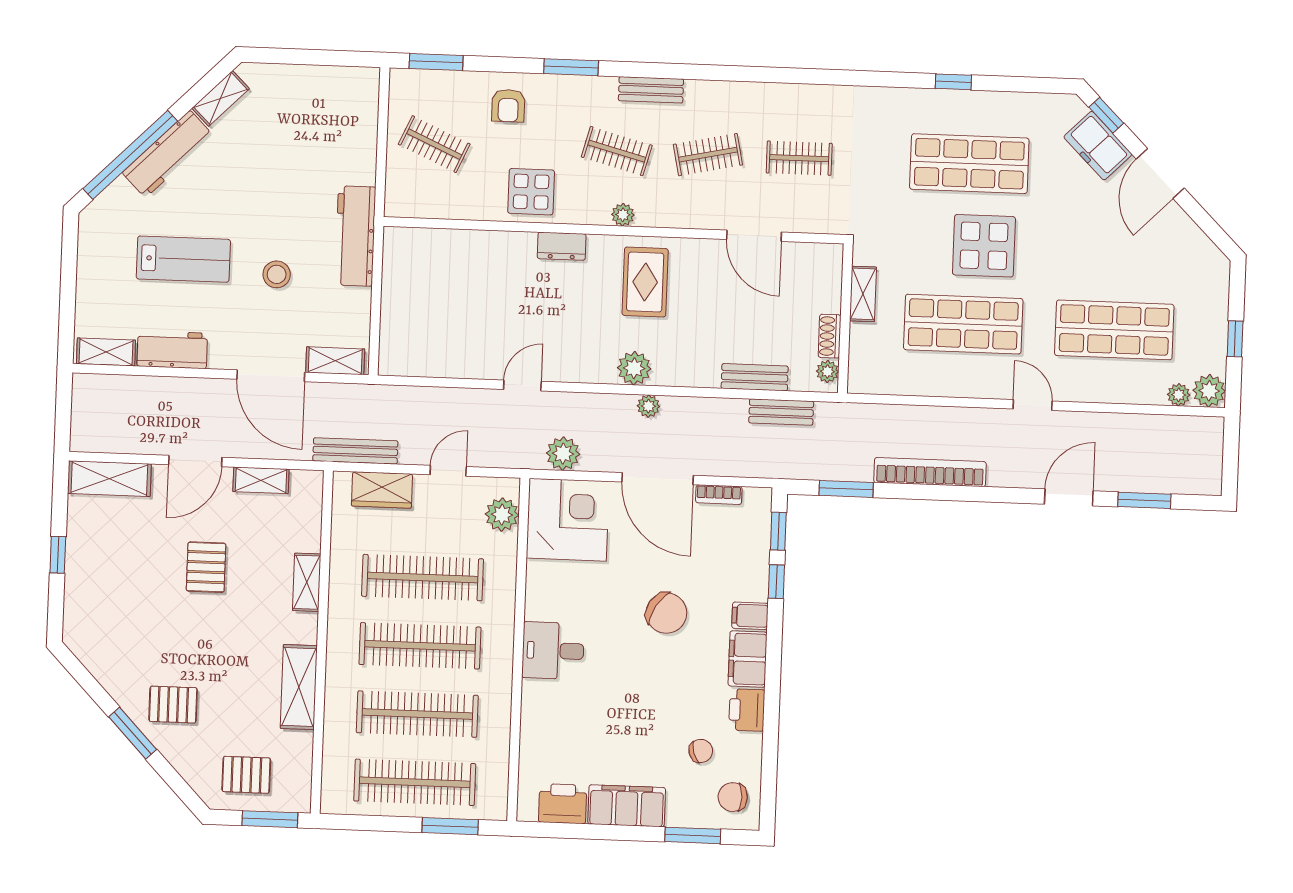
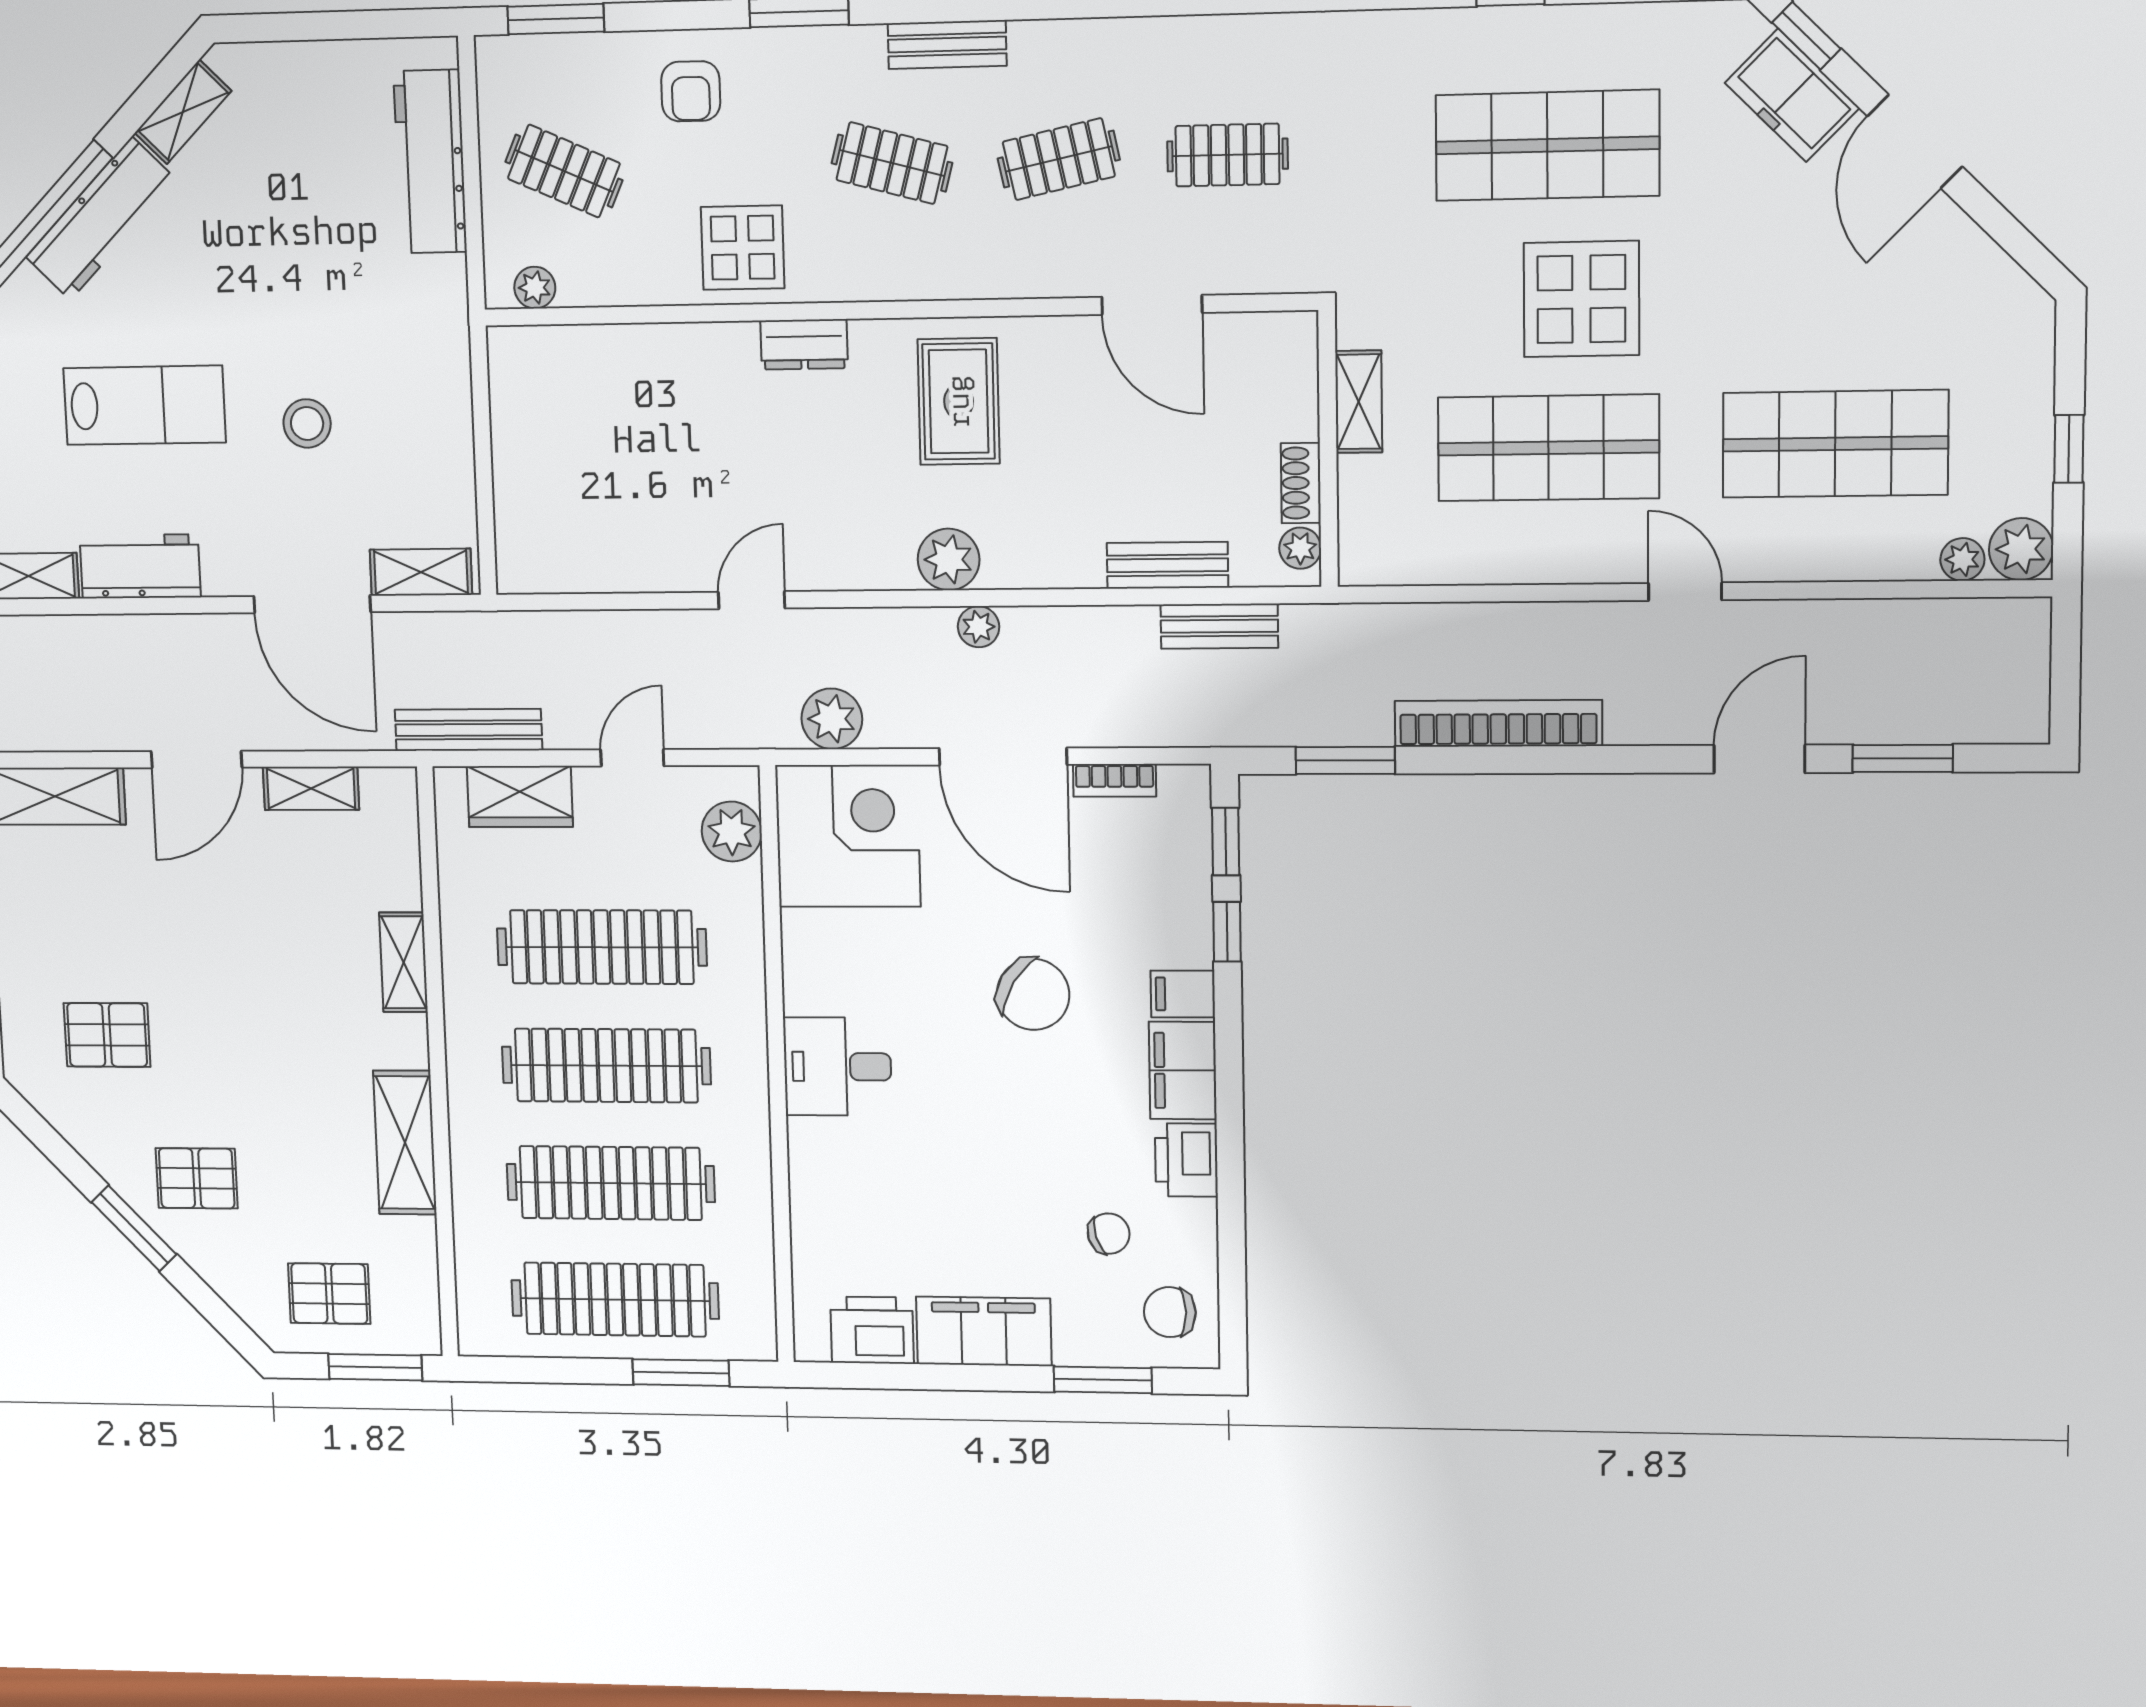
plant: (623, 215) -> (535, 288), moved
workbench: (355, 236) -> (430, 162), moved
pallet: (206, 567) -> (107, 1035), moved, turned 90

